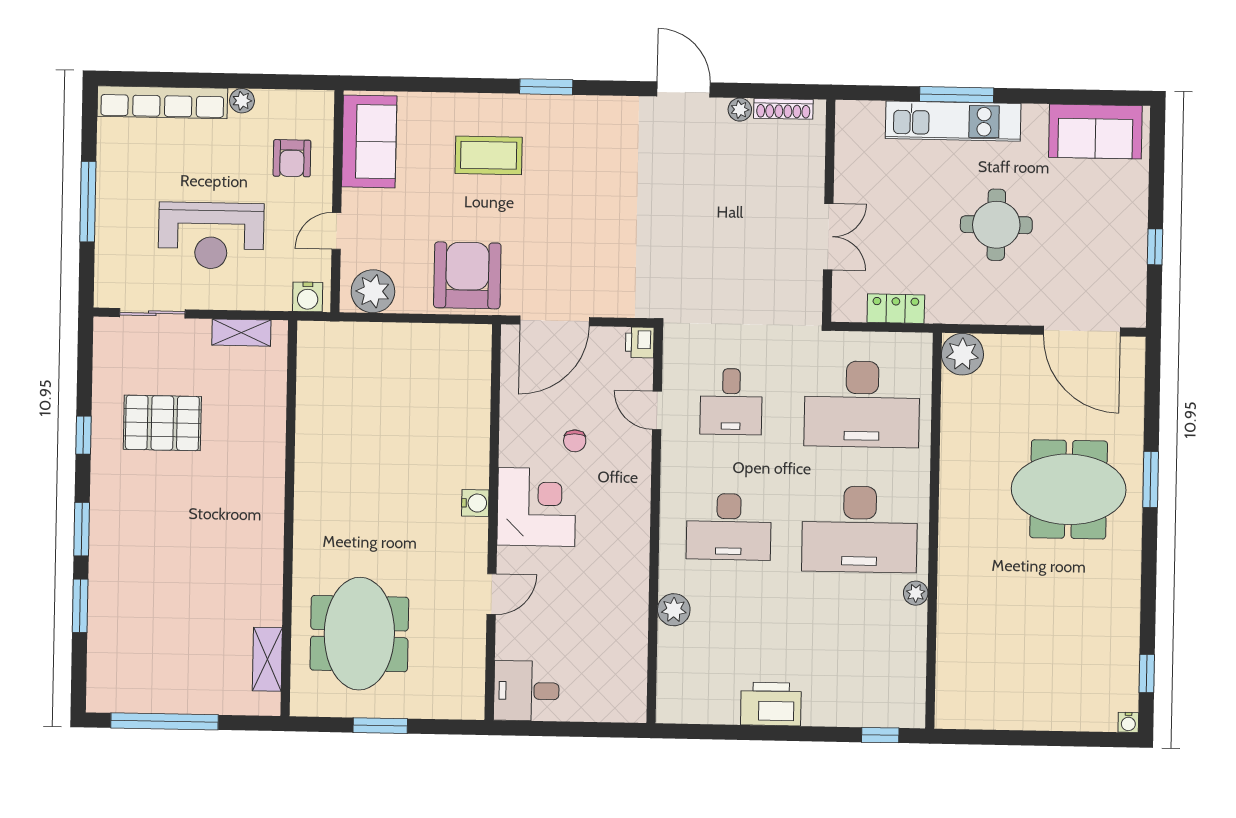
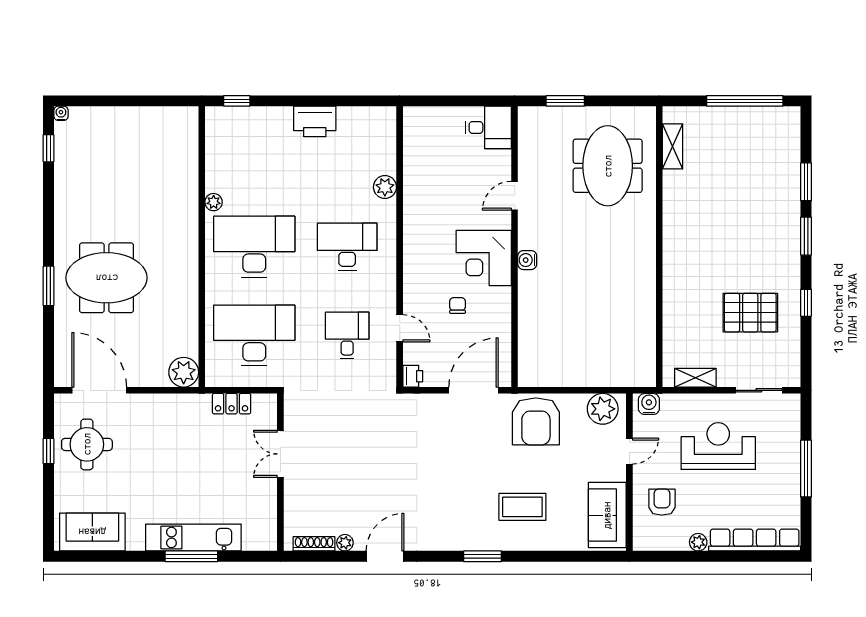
door: (684, 89) -> (385, 556), swing flipped
round table: (996, 225) -> (87, 444), moved
window: (380, 726) -> (565, 101), moved

